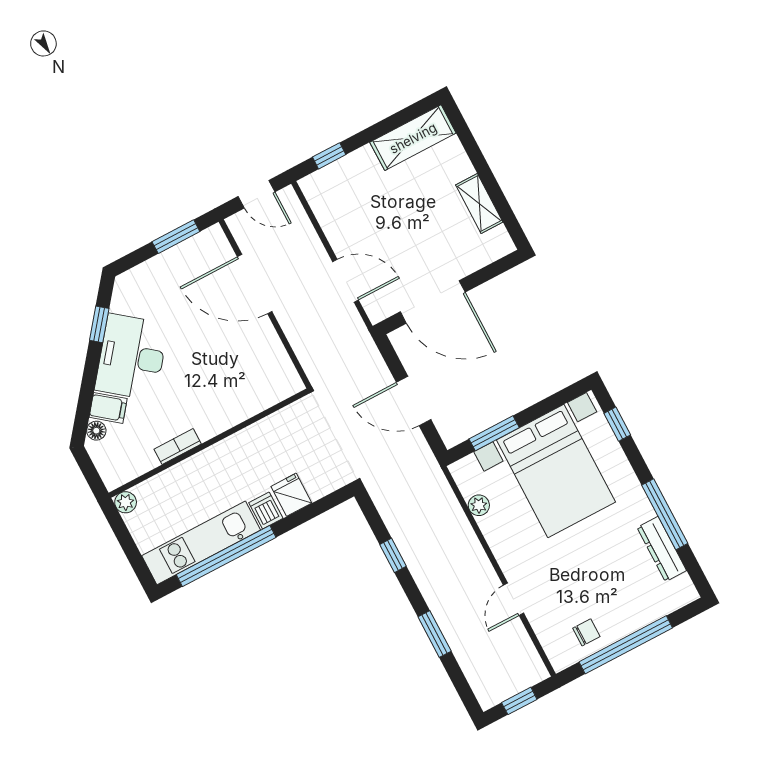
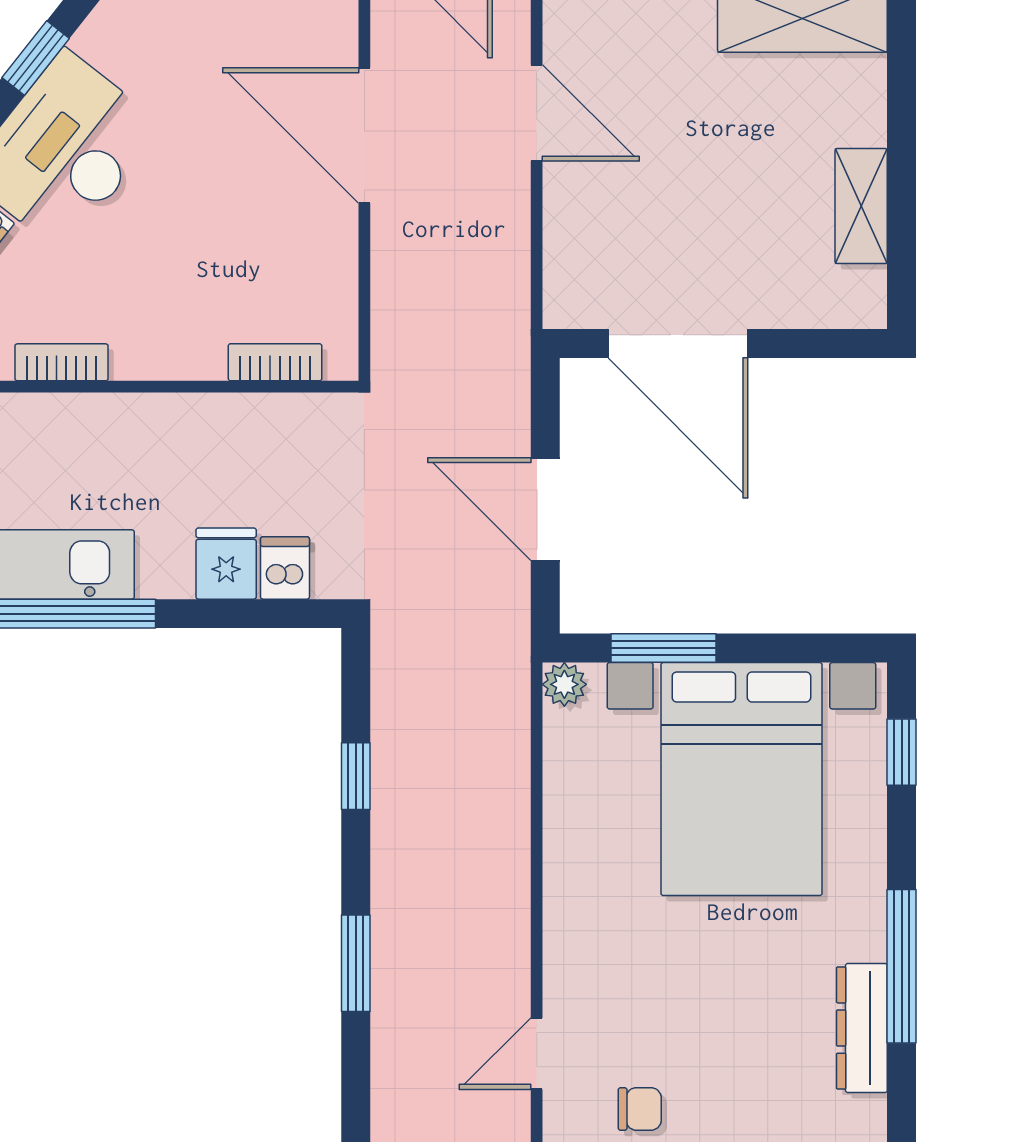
door: (346, 281) -> (537, 113), moved
bookcase: (267, 399) -> (275, 362), added
plant: (479, 505) -> (564, 684), moved
dishwasher: (266, 510) -> (285, 568), moved
door: (513, 599) -> (537, 1054), moved

